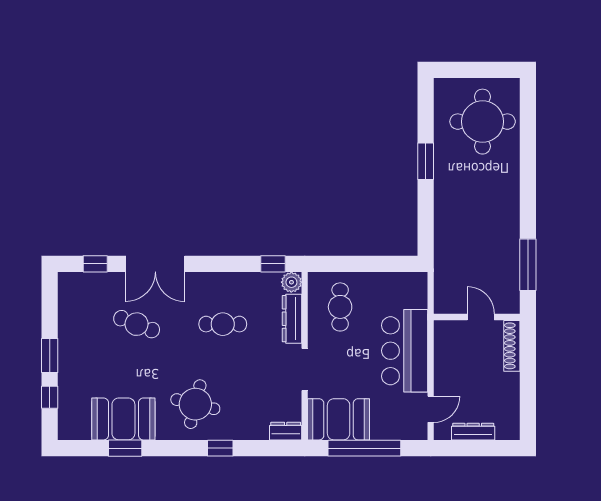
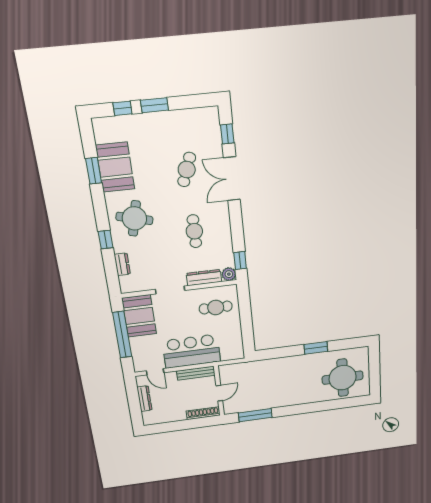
bench: (442, 349) -> (196, 373), added
dresser: (286, 431) -> (122, 264), moved

